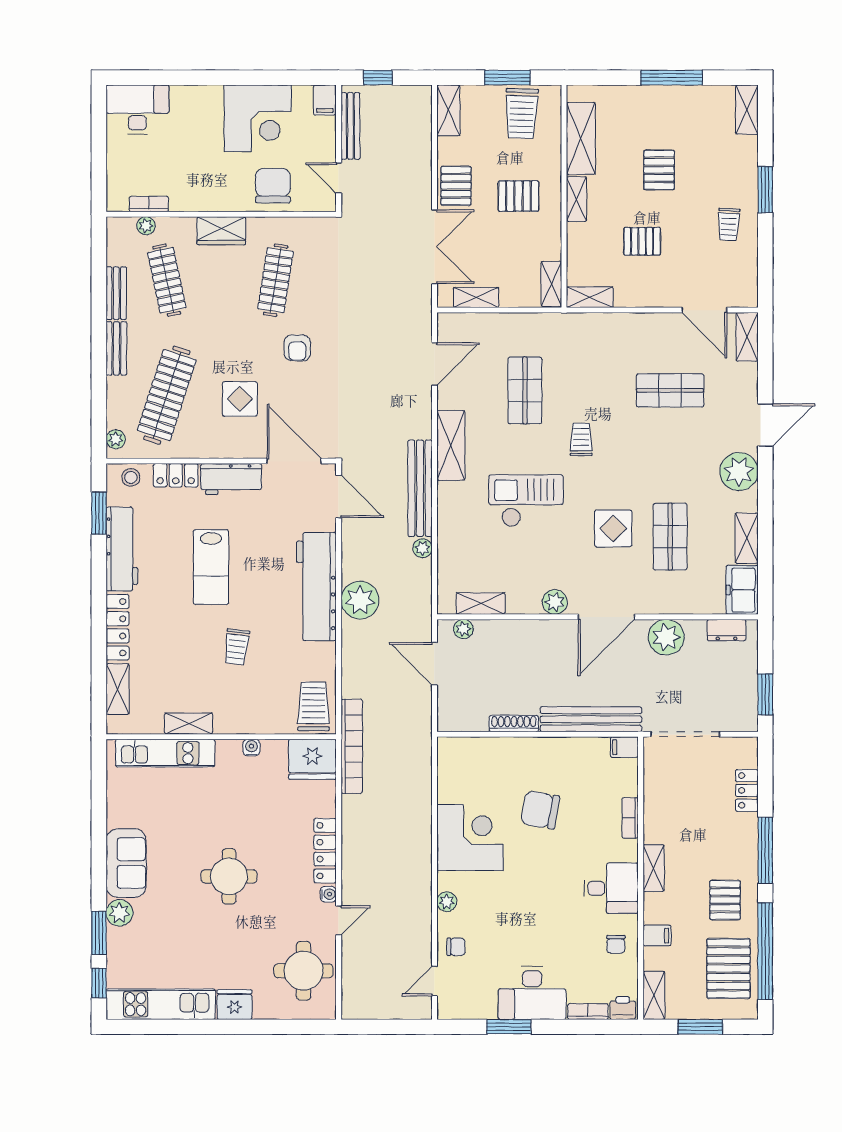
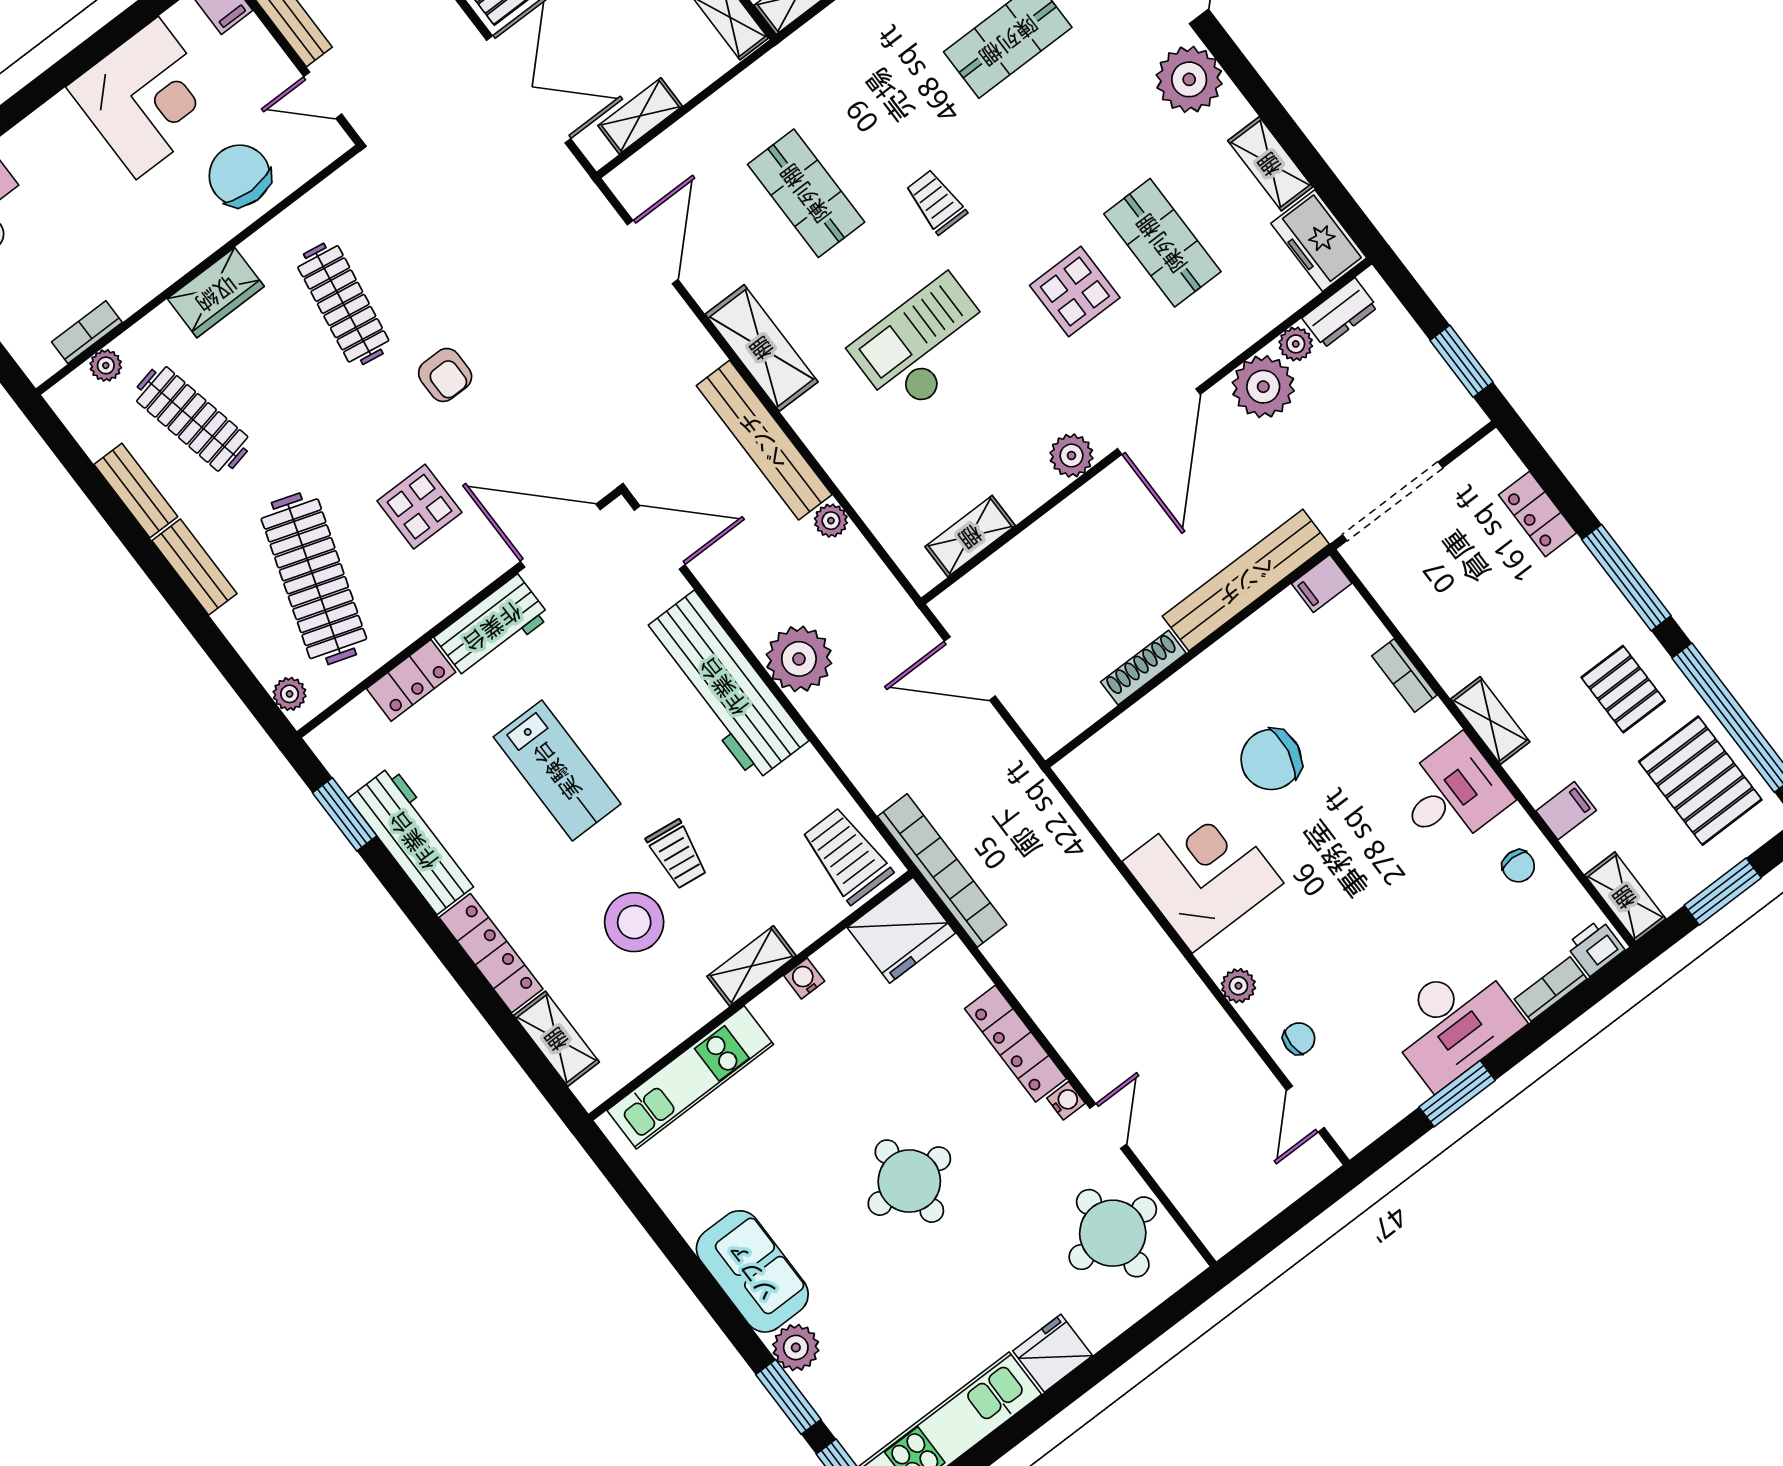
stool: (131, 477) -> (634, 922), moved, width x1.89, depth x1.89
plant: (463, 629) -> (1296, 344), moved
shelving: (189, 724) -> (752, 966), moved

